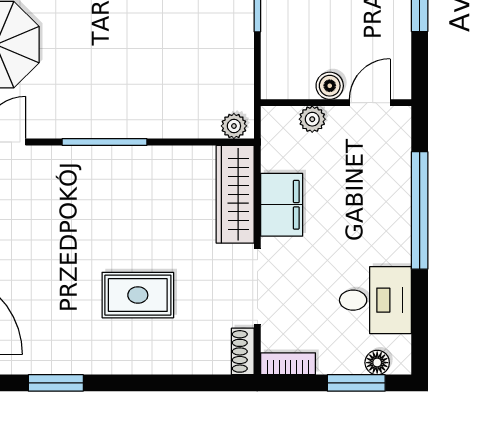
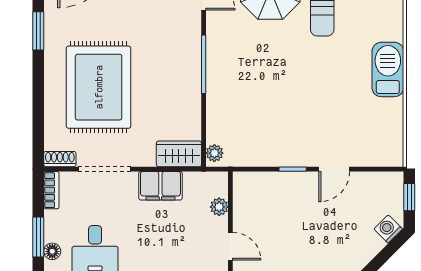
boiler: (330, 86) -> (242, 219), removed
wardrobe: (235, 194) -> (179, 154), width x0.67
rug: (138, 295) -> (99, 87), width x1.86, depth x2.06

